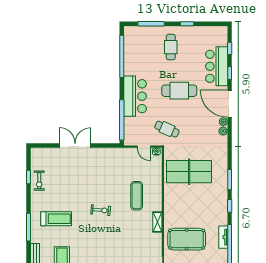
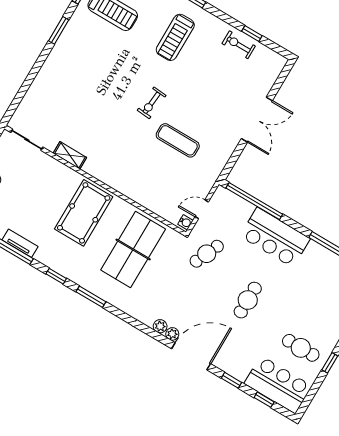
cafe table: (171, 47) -> (301, 348), moved
bar counter: (217, 66) -> (278, 385), moved
cafe table: (179, 91) -> (248, 300), width x0.73, depth x0.74
exercise mat: (137, 196) -> (178, 140), moved
shelving: (157, 222) -> (70, 155), moved
pool table: (187, 239) -> (84, 213), moved

